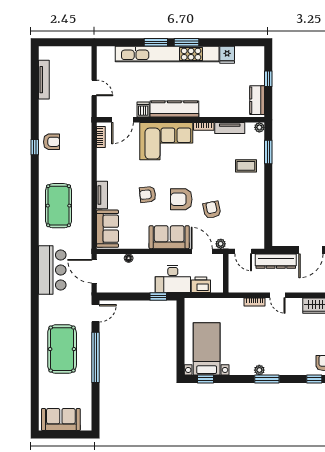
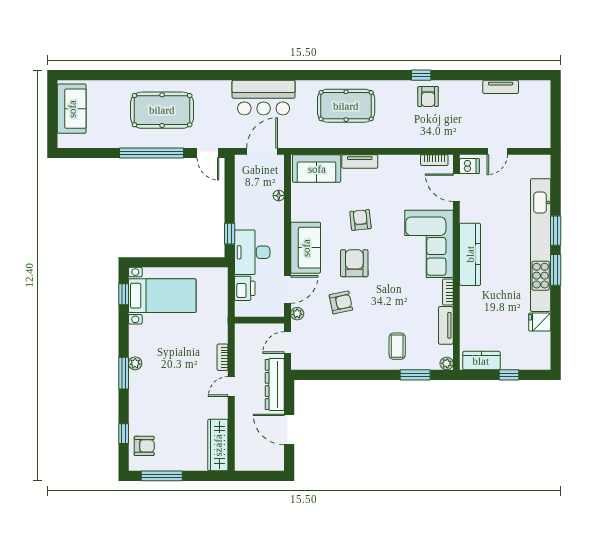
tv unit: (44, 80) -> (501, 87), width x0.71
dishwasher: (143, 110) -> (469, 166), moved

